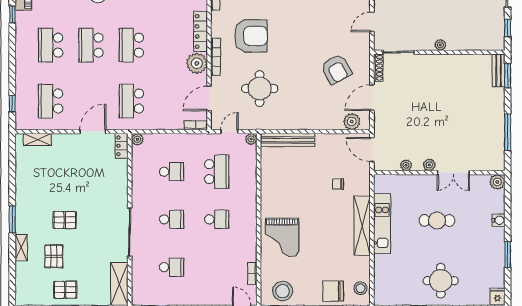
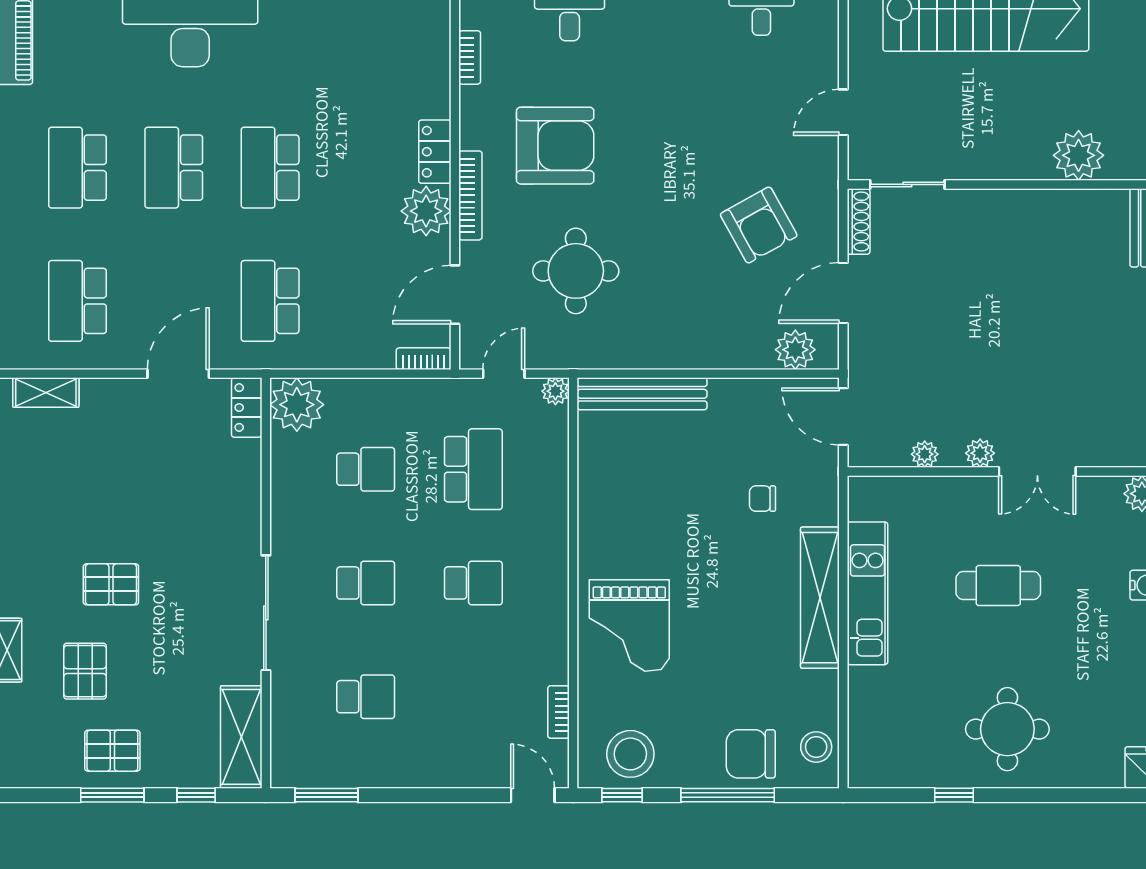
locker: (201, 31) -> (435, 152), width x0.66
plant: (440, 45) -> (1079, 155), moved, width x1.88, depth x1.88
plant: (137, 139) -> (297, 405), width x1.88, depth x1.88

